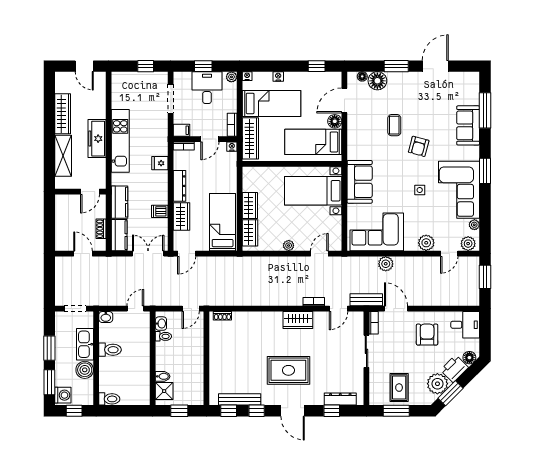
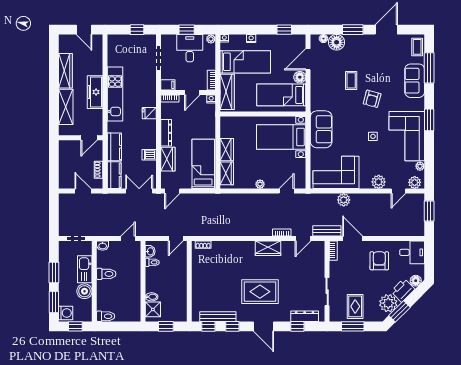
coffee table: (471, 86) -> (417, 47), added
sliding door: (366, 351) -> (327, 292), moved

